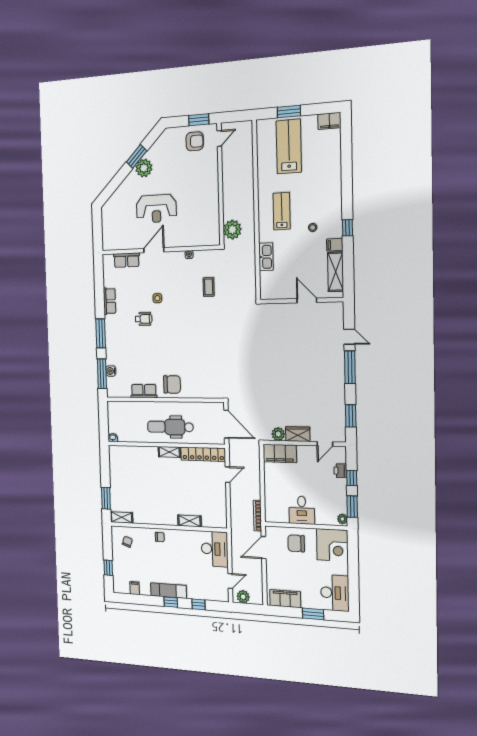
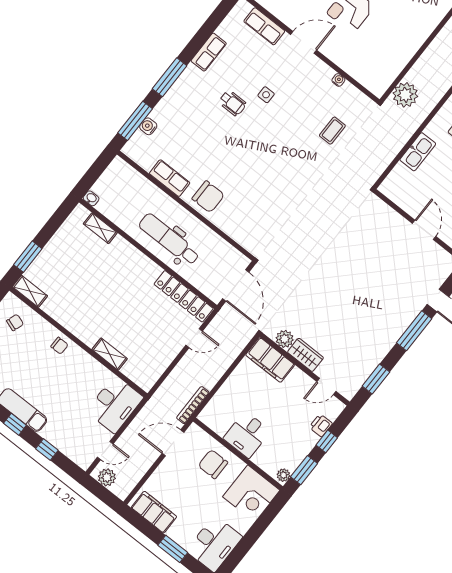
shelving: (169, 452) -> (100, 228), moved

